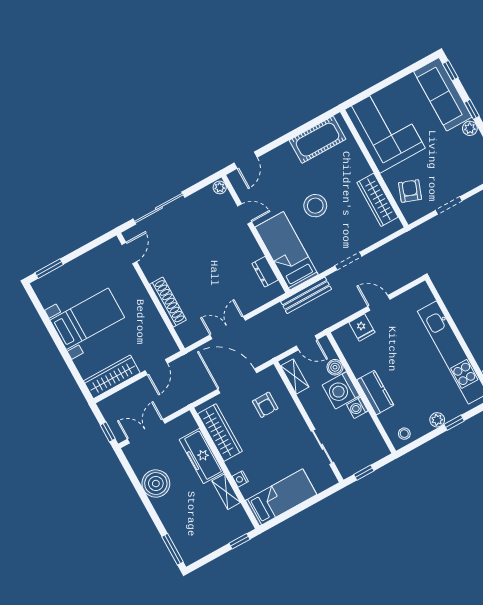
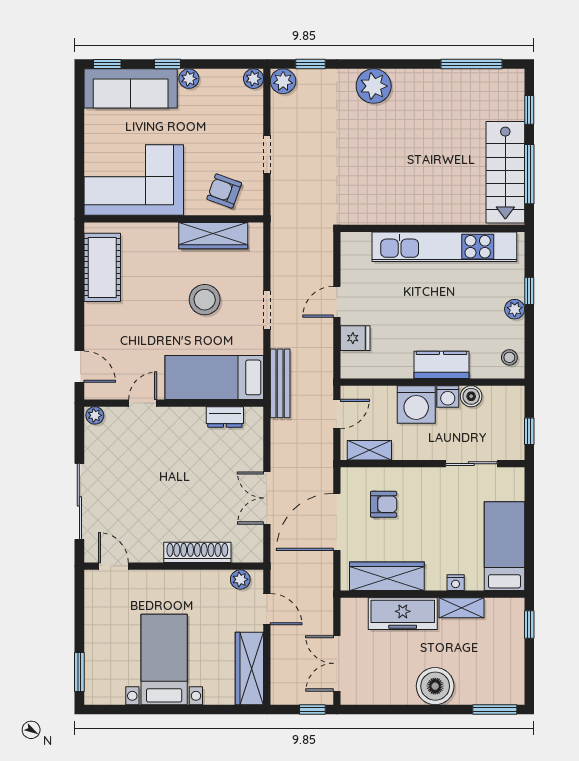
stool: (315, 206) -> (205, 300), moved
plant: (166, 339) -> (240, 579), added
boiler: (335, 367) -> (471, 396), moved
boiler: (156, 484) -> (435, 686), moved

